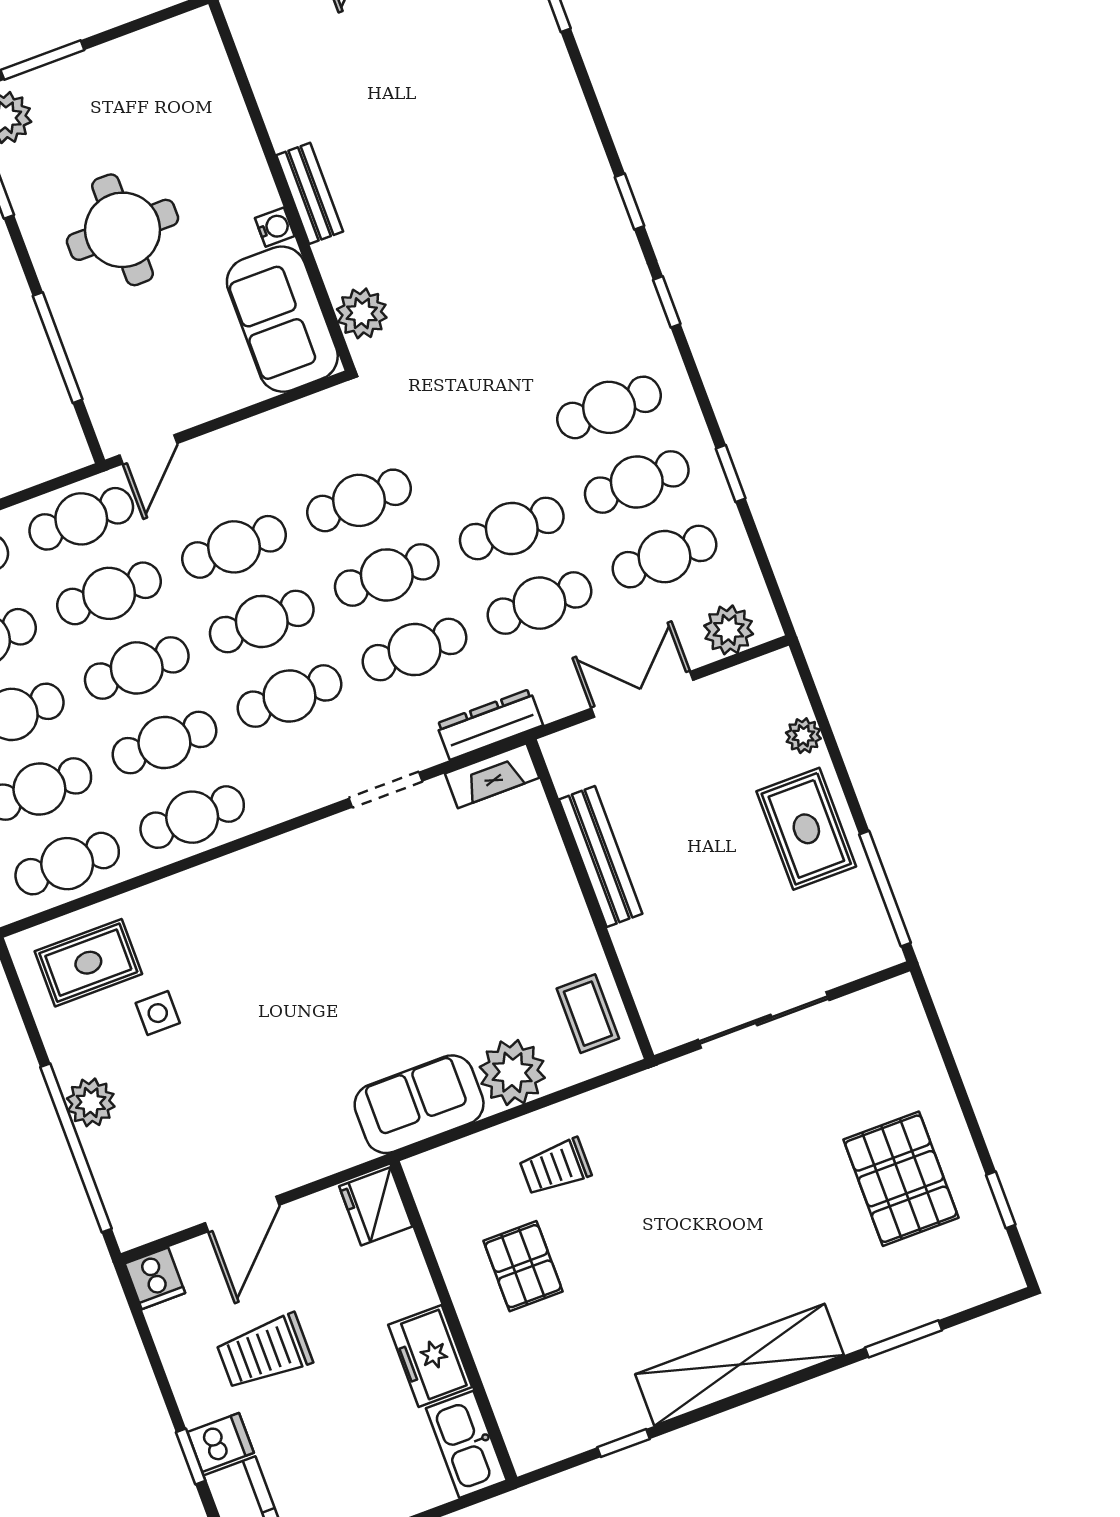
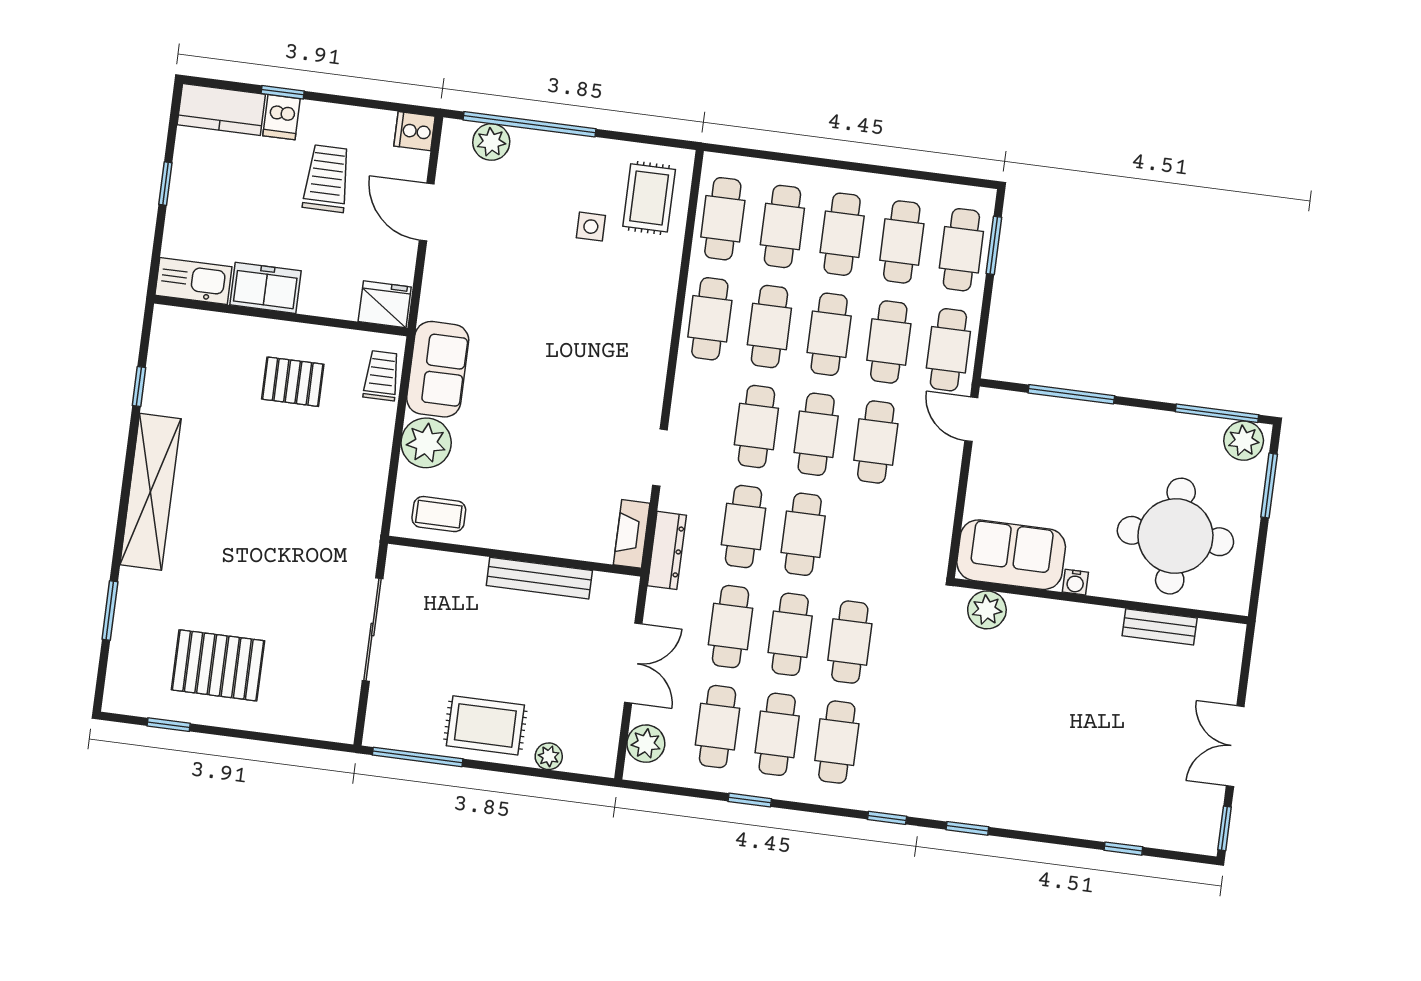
bench: (310, 193) -> (1160, 627), moved
round table: (123, 230) -> (1175, 536), moved, width x1.36, depth x1.36
cafe table: (359, 500) -> (850, 642), moved
plant: (91, 1102) -> (491, 142), moved
trolley: (555, 1167) -> (381, 376), moved

